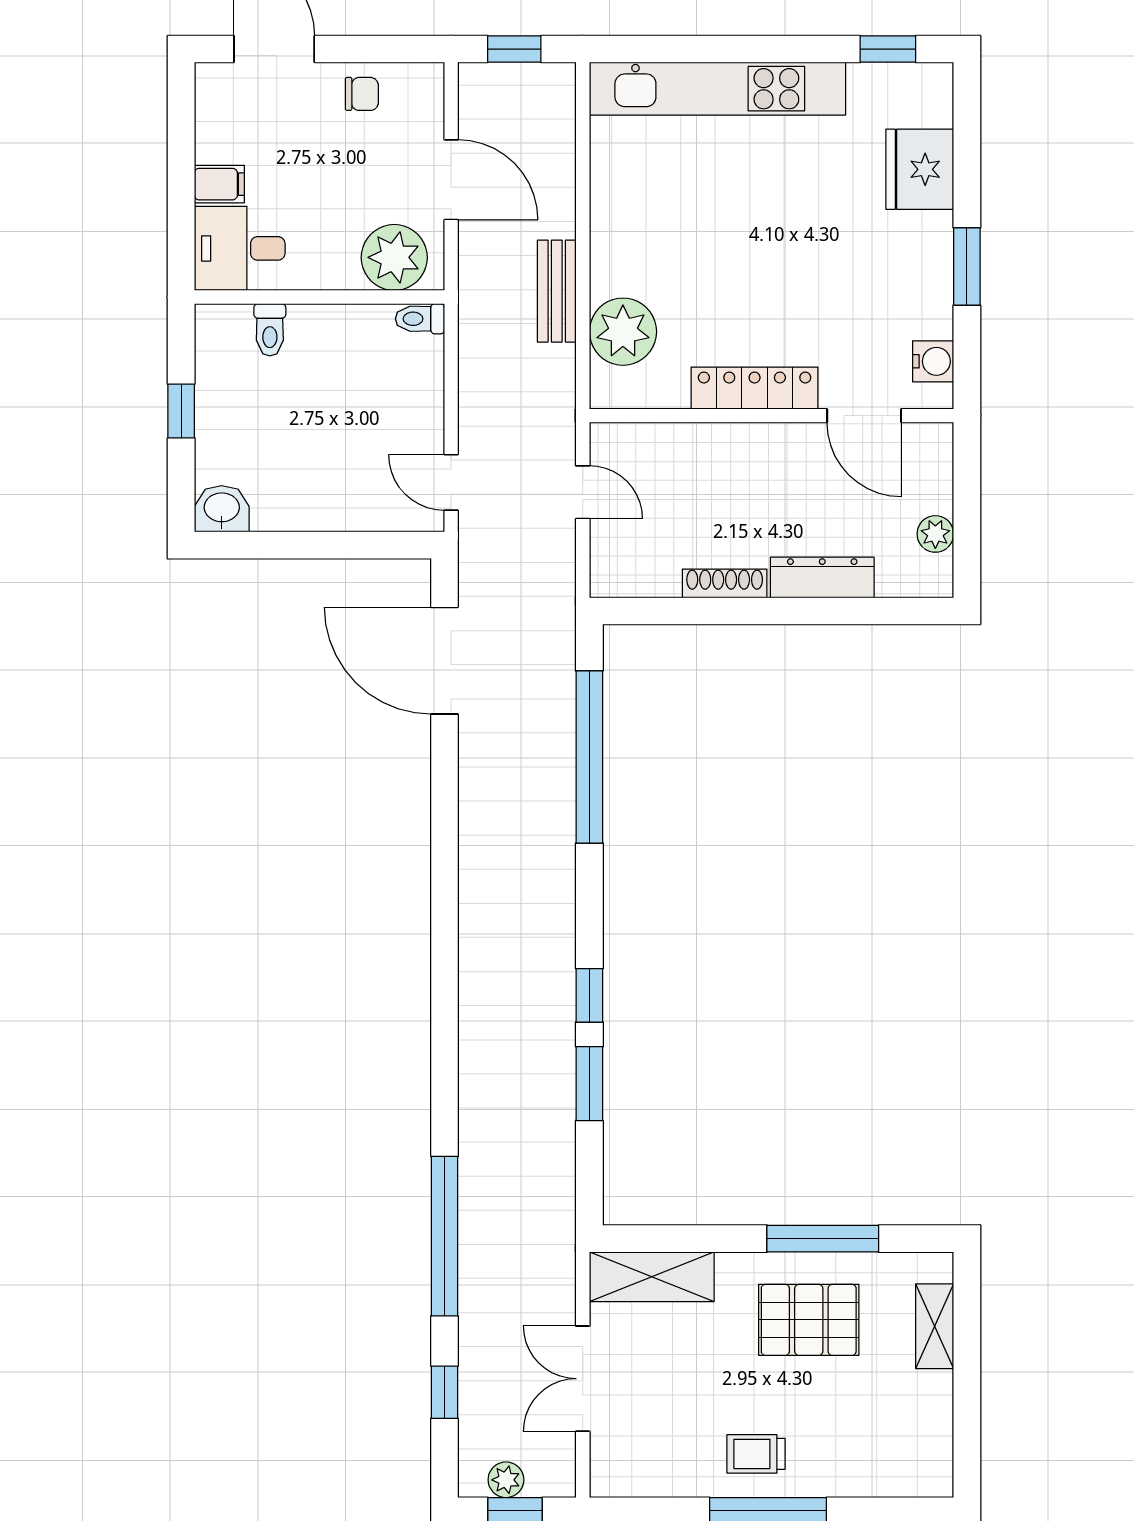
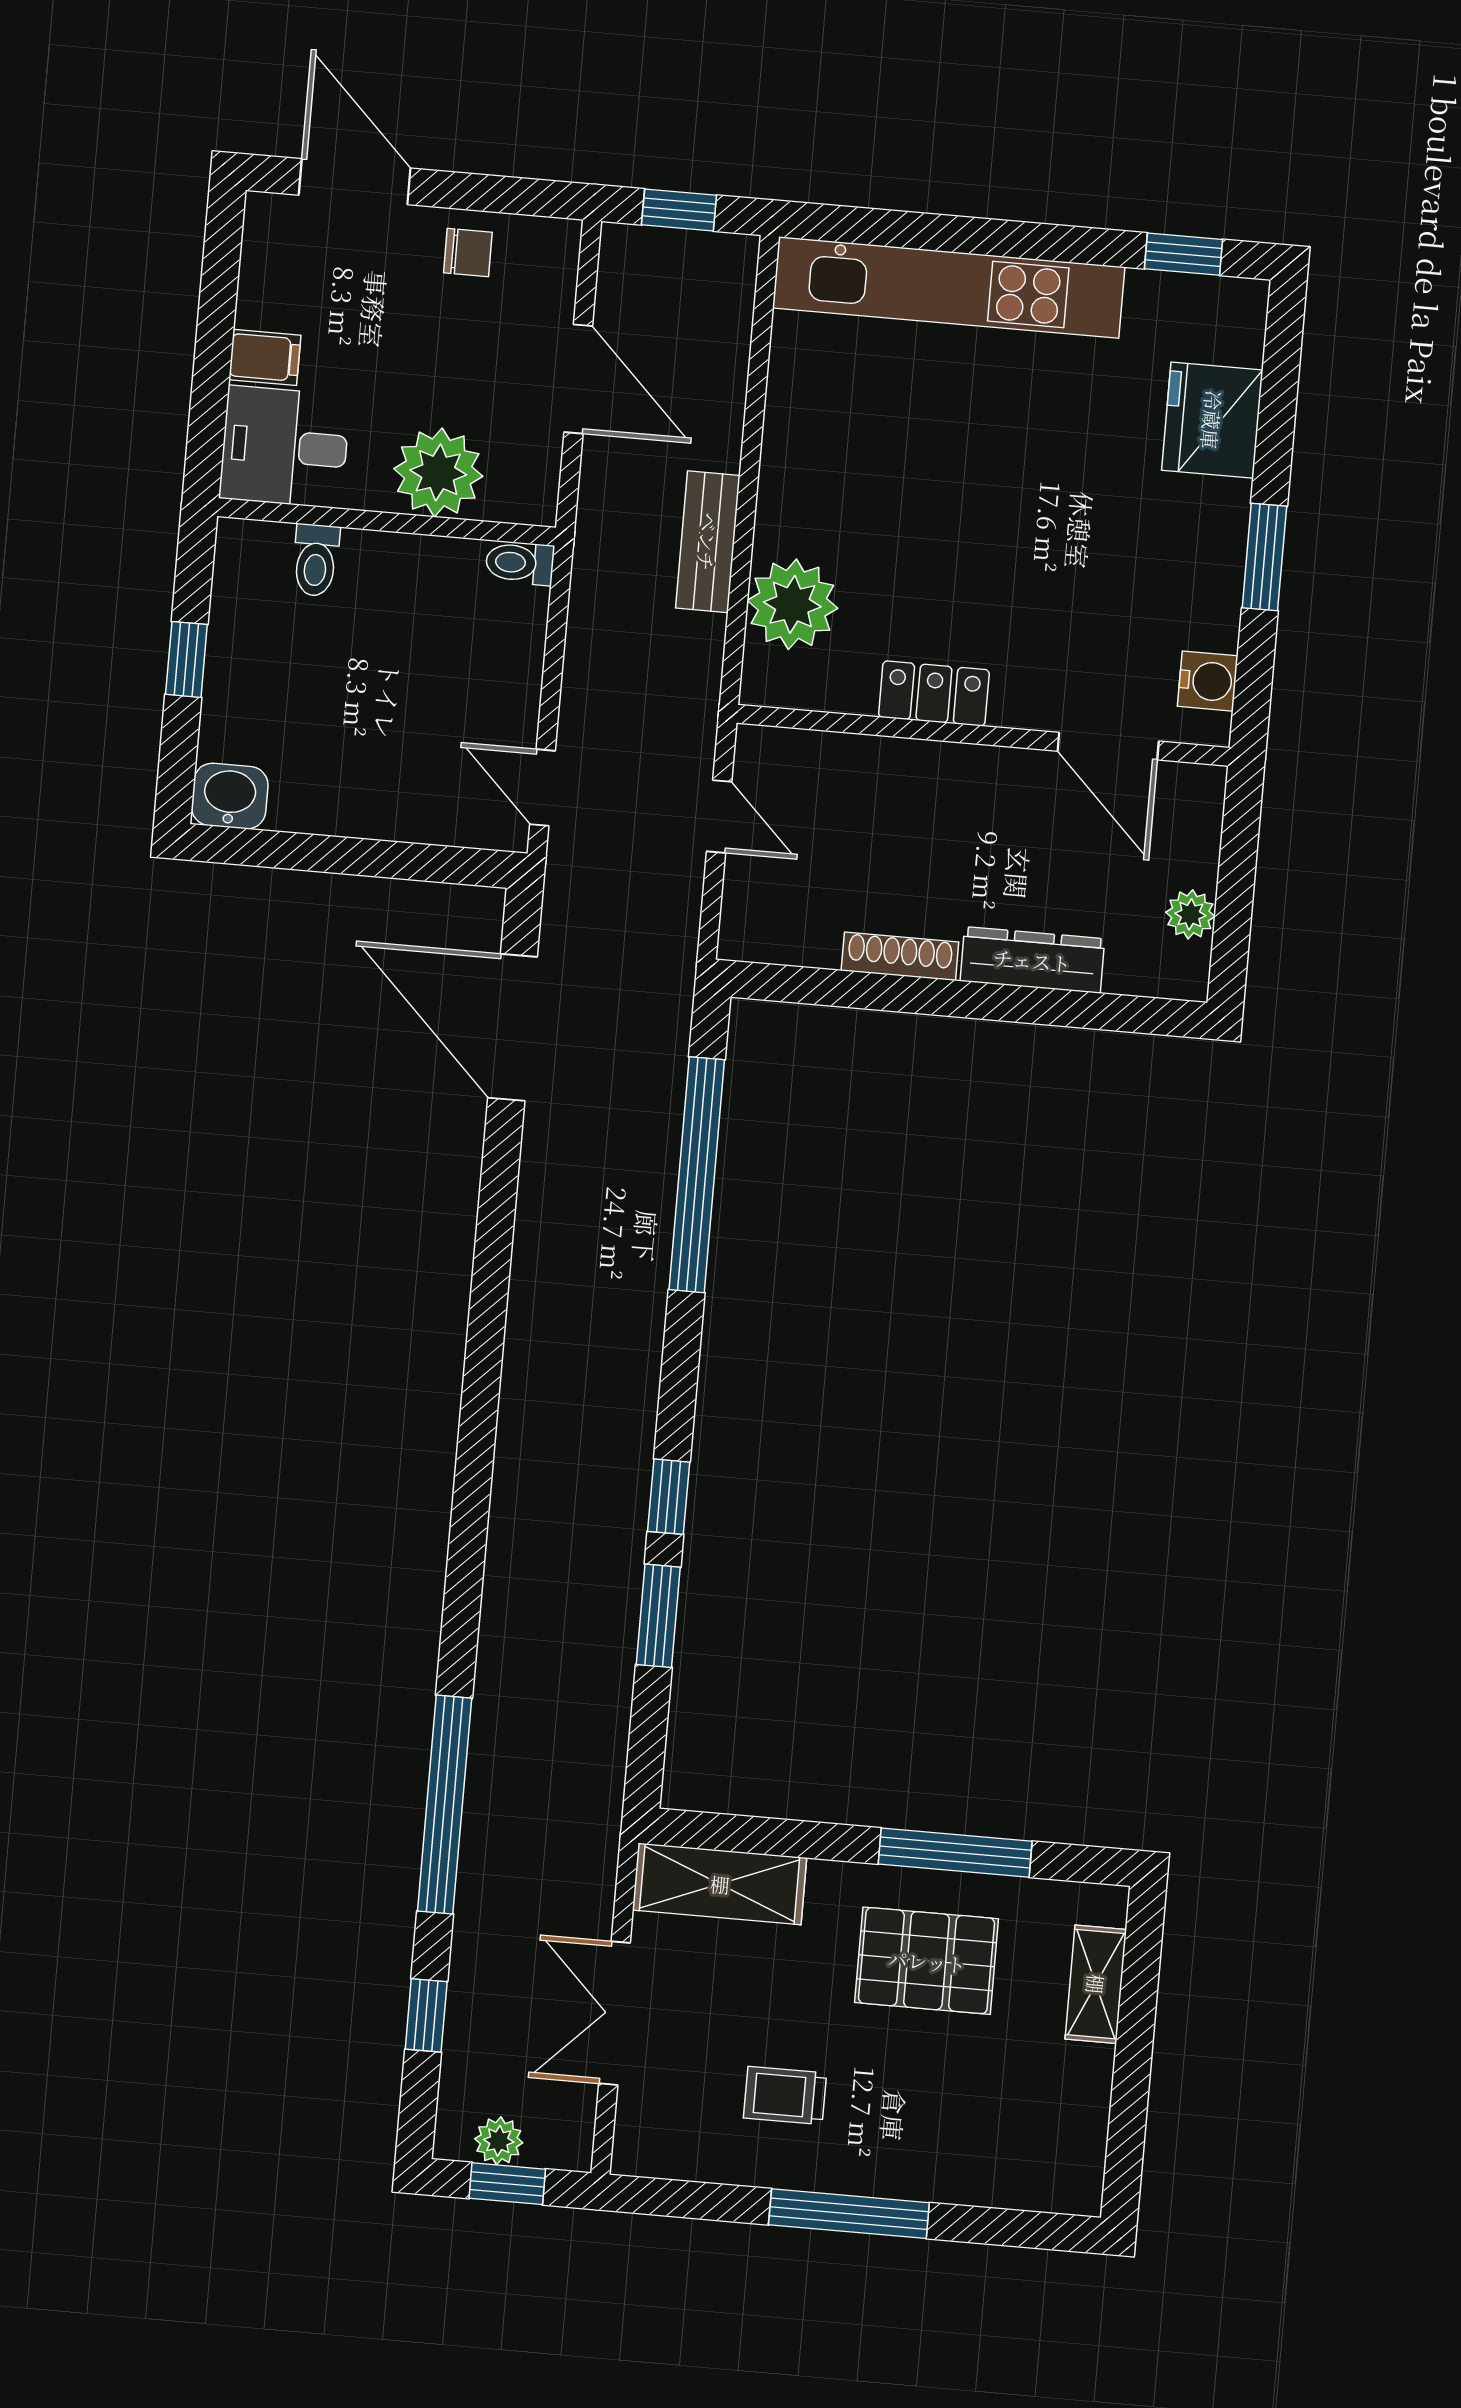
plant: (394, 257) -> (438, 472), moved
locker: (755, 388) -> (934, 693), width x0.66
trolley: (756, 1454) -> (785, 2096), moved

